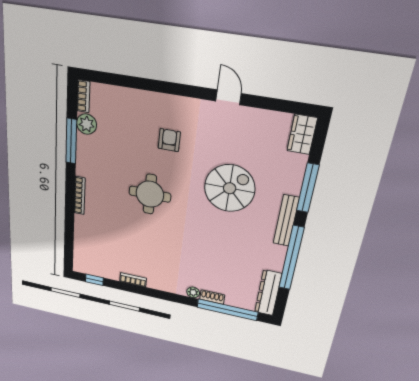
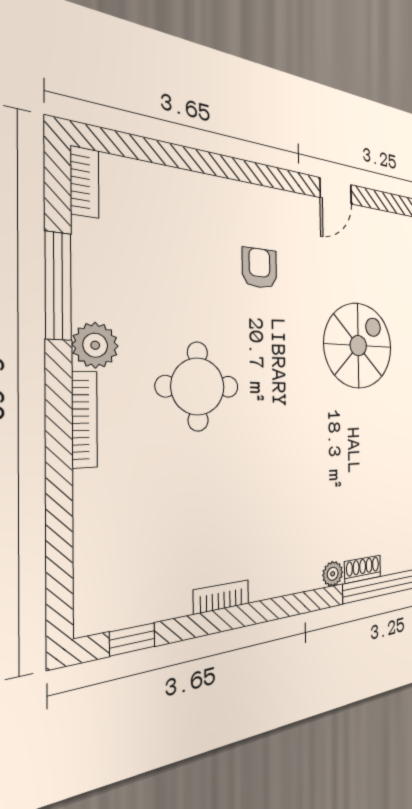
door: (228, 97) -> (336, 191), swing flipped
plant: (87, 124) -> (95, 345), moved
round table: (150, 194) -> (198, 386), moved

